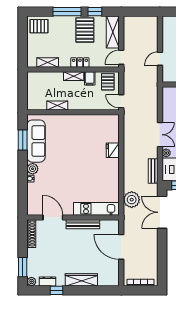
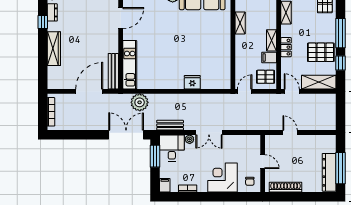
bench: (83, 224) -> (113, 71), moved

